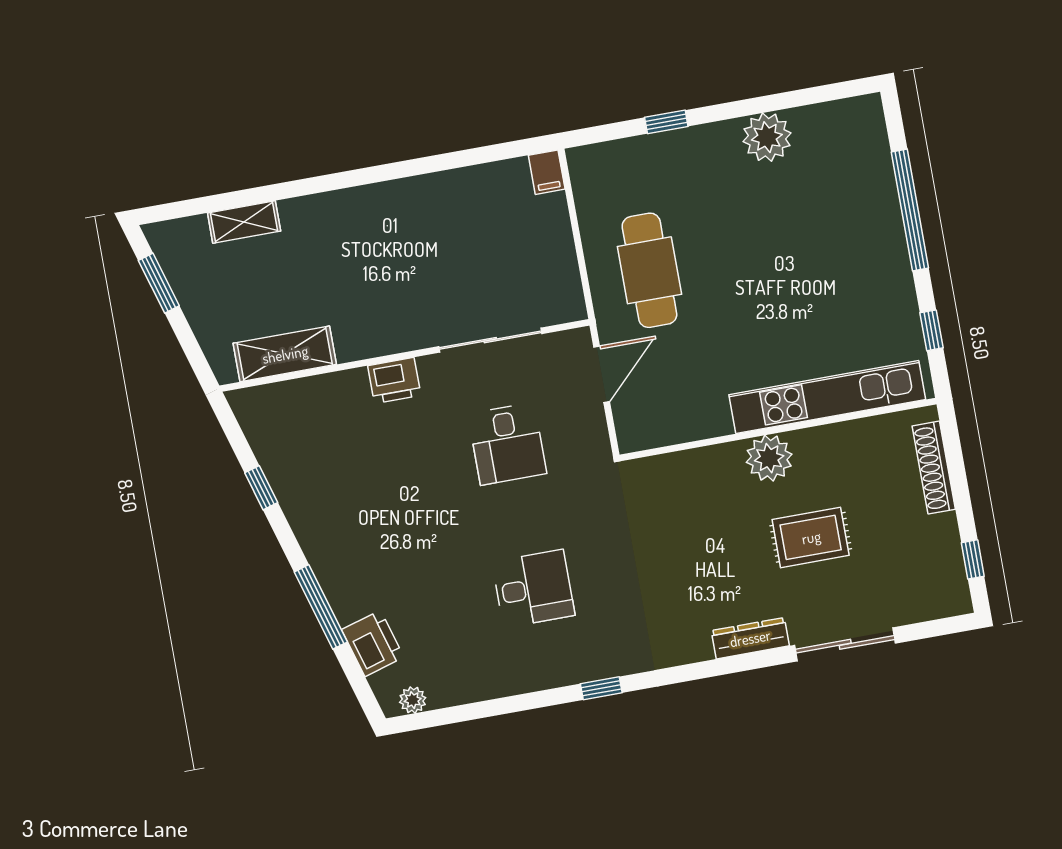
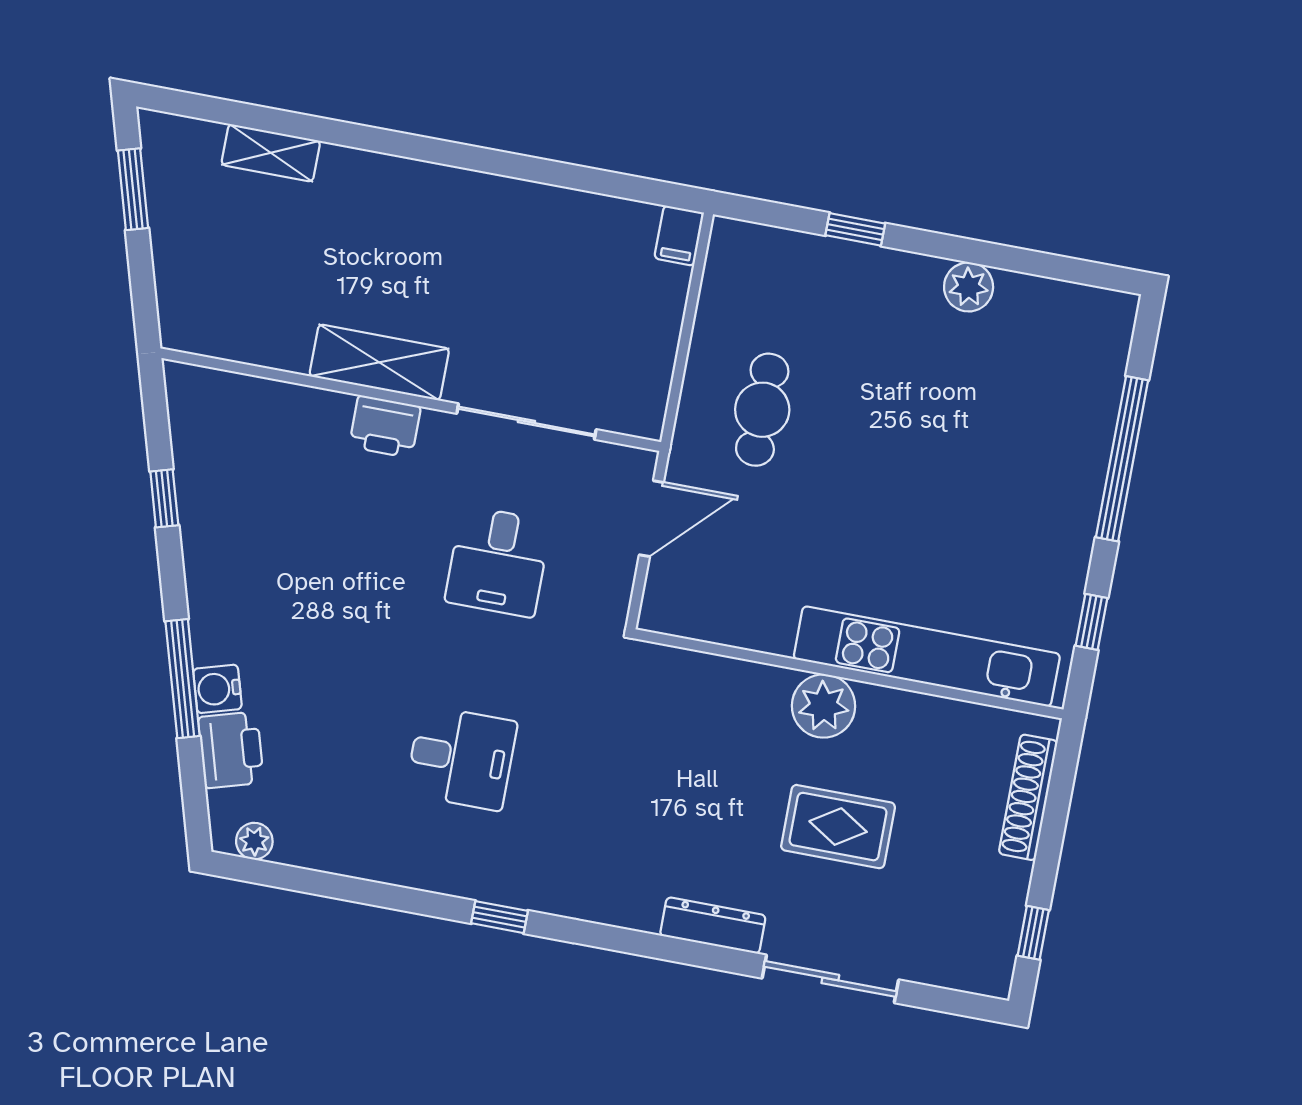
plant: (767, 137) -> (969, 287), width x0.73, depth x0.73
cafe table: (649, 270) -> (762, 410), width x0.73, depth x0.74
shelving: (285, 354) -> (379, 362), moved
water cooler: (348, 605) -> (217, 689), added

